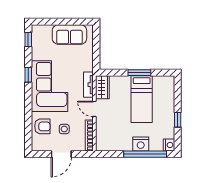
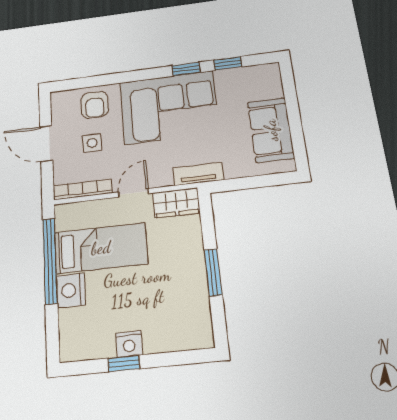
window: (28, 39) -> (228, 63), moved
tv unit: (88, 85) -> (198, 174), moved
bed: (142, 99) -> (101, 248), moved, turned 180
nightstand: (169, 145) -> (129, 344), moved
window: (145, 154) -> (50, 261), moved

